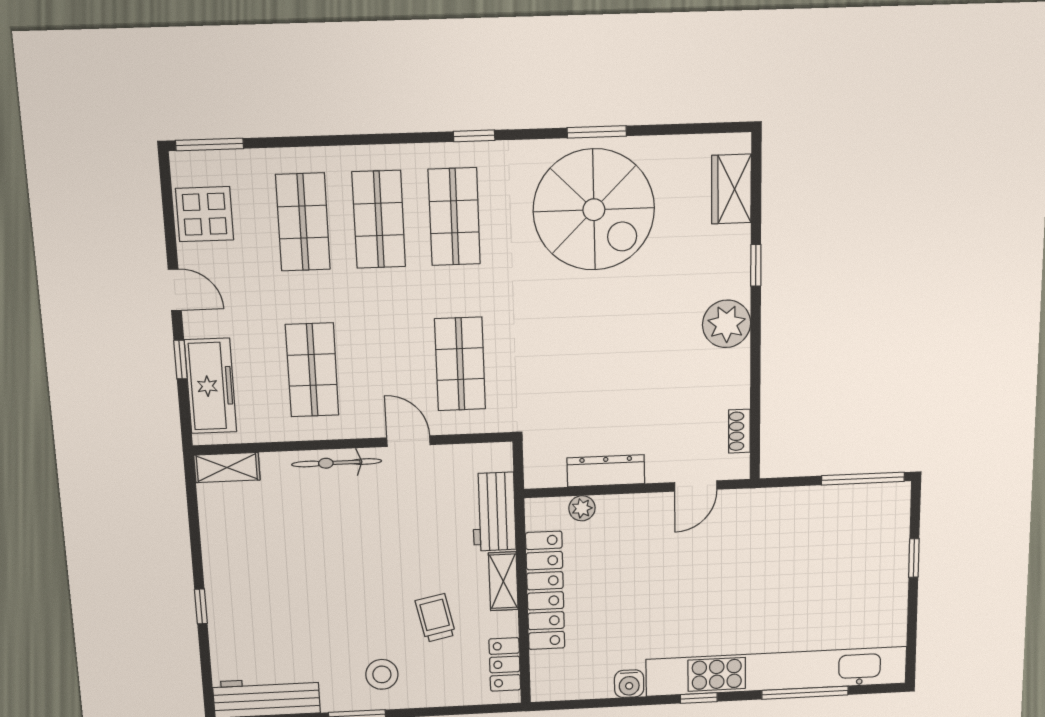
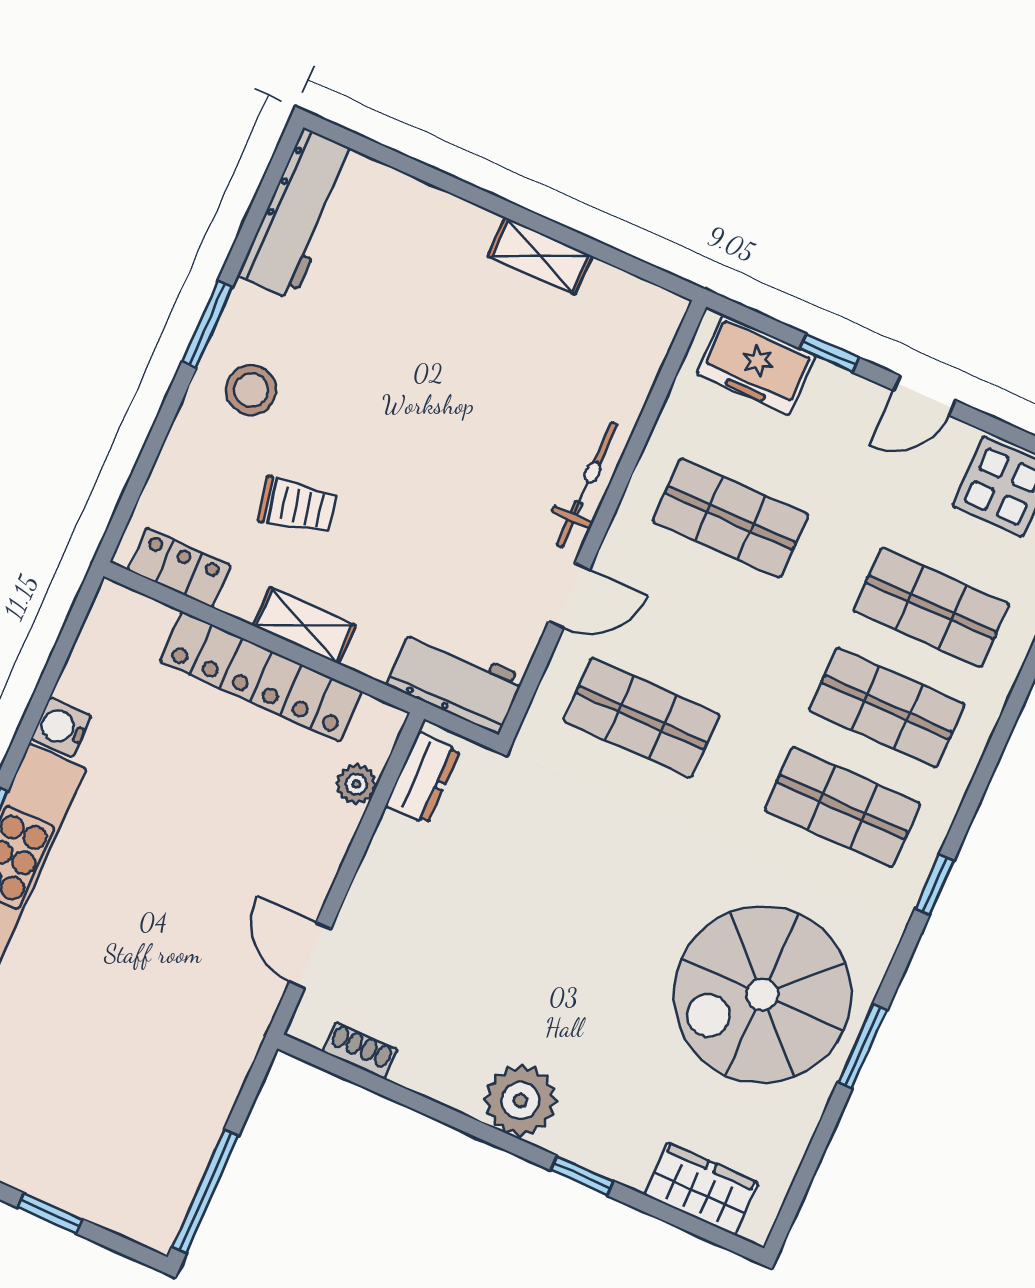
freezer: (211, 386) -> (756, 365), width x0.71
shelving: (227, 468) -> (540, 256), moved, turned 90
dresser: (606, 471) -> (423, 778), moved, width x0.70
workbench: (494, 512) -> (455, 681), moved
window: (201, 606) -> (476, 196), removed

